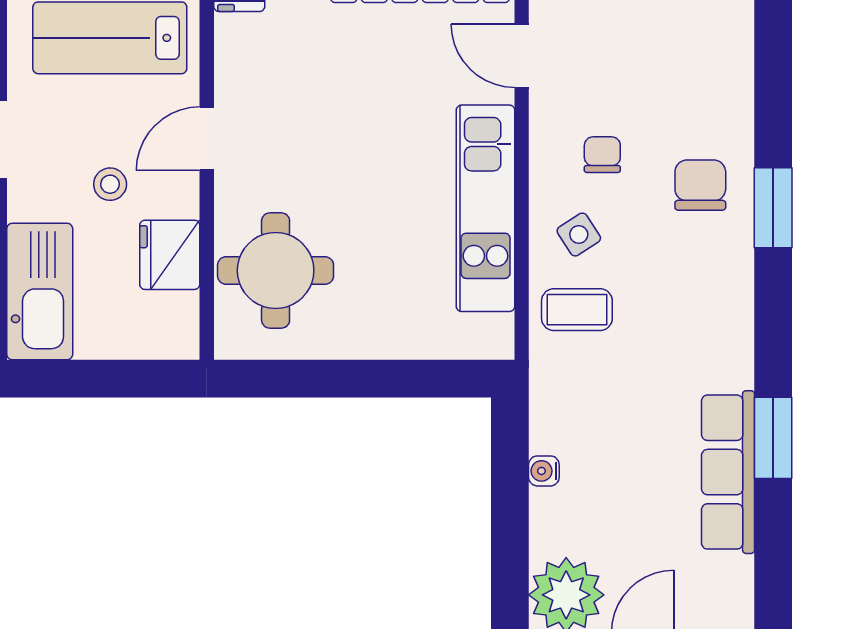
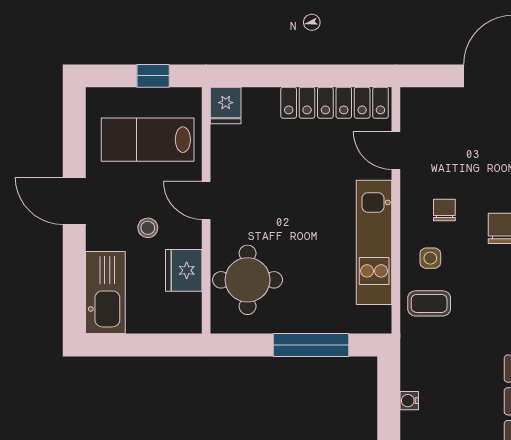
door: (207, 139) -> (206, 200), hinge flipped
side table: (579, 235) -> (430, 258), turned 33
window: (381, 379) -> (311, 345), added

